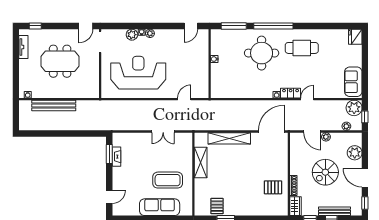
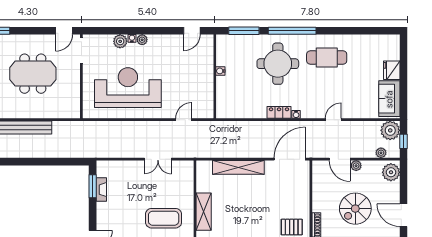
fridge: (355, 37) -> (392, 70), moved
locker: (291, 93) -> (279, 112), moved
plant: (355, 153) -> (391, 172), moved
shelving: (201, 163) -> (204, 212), moved

